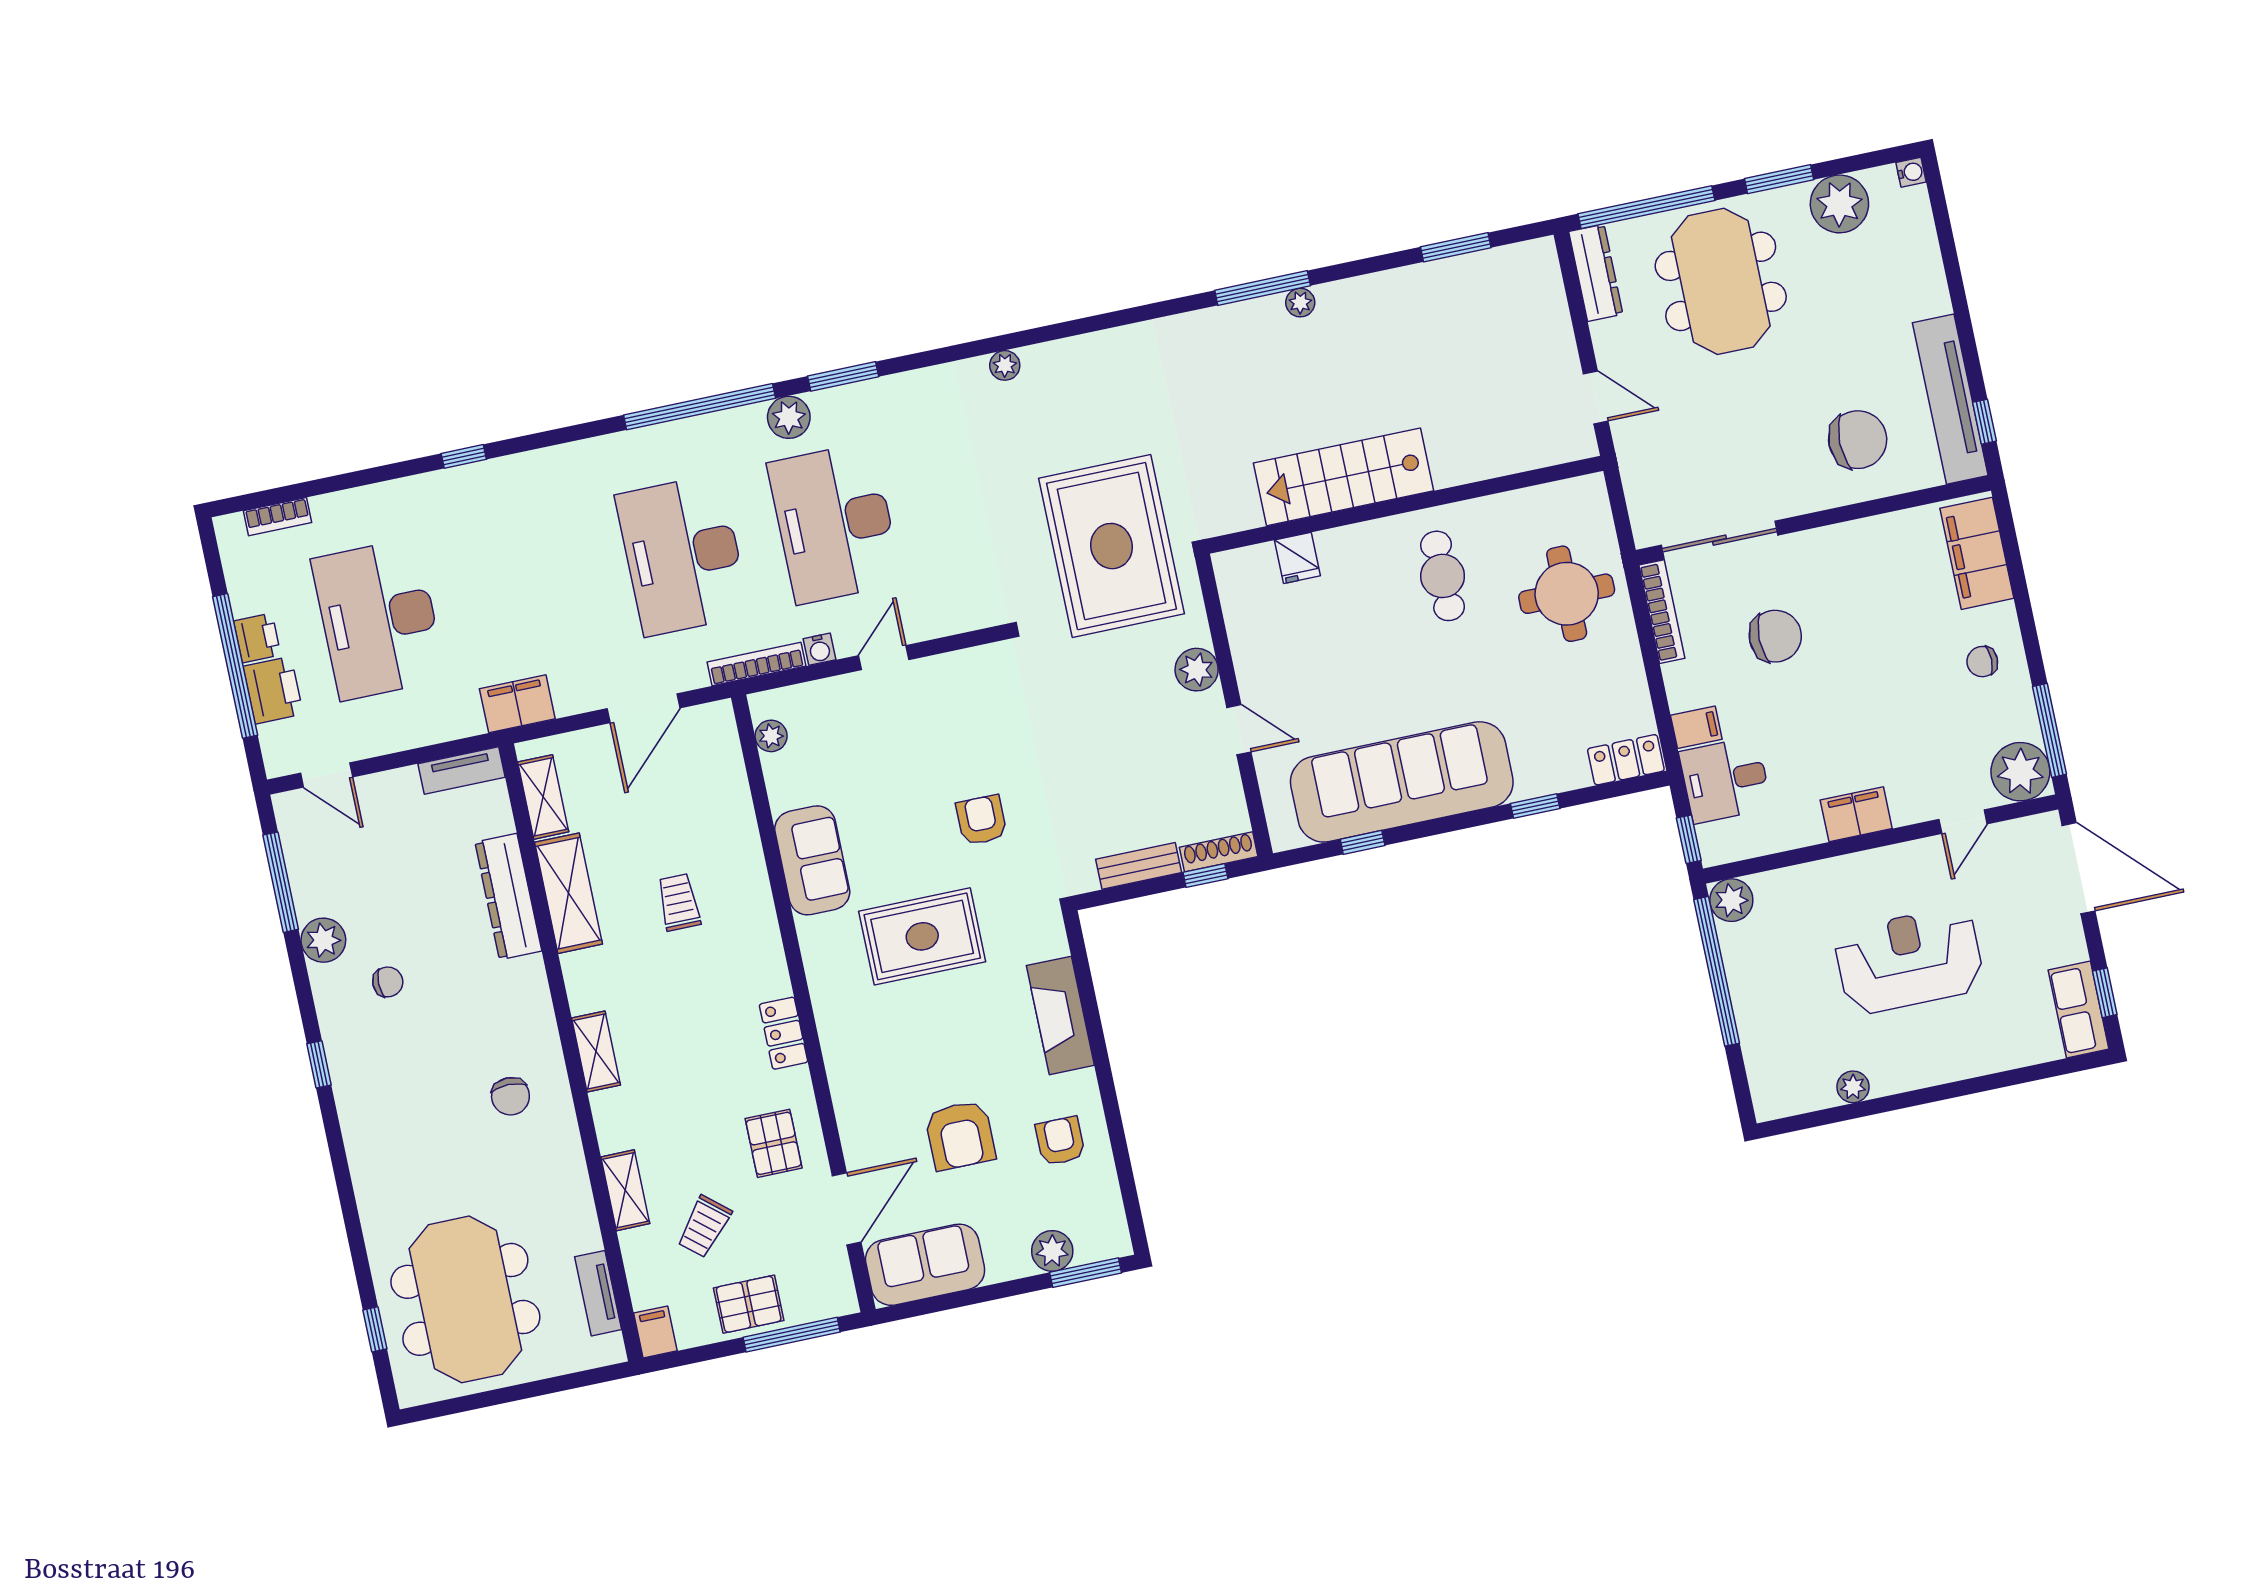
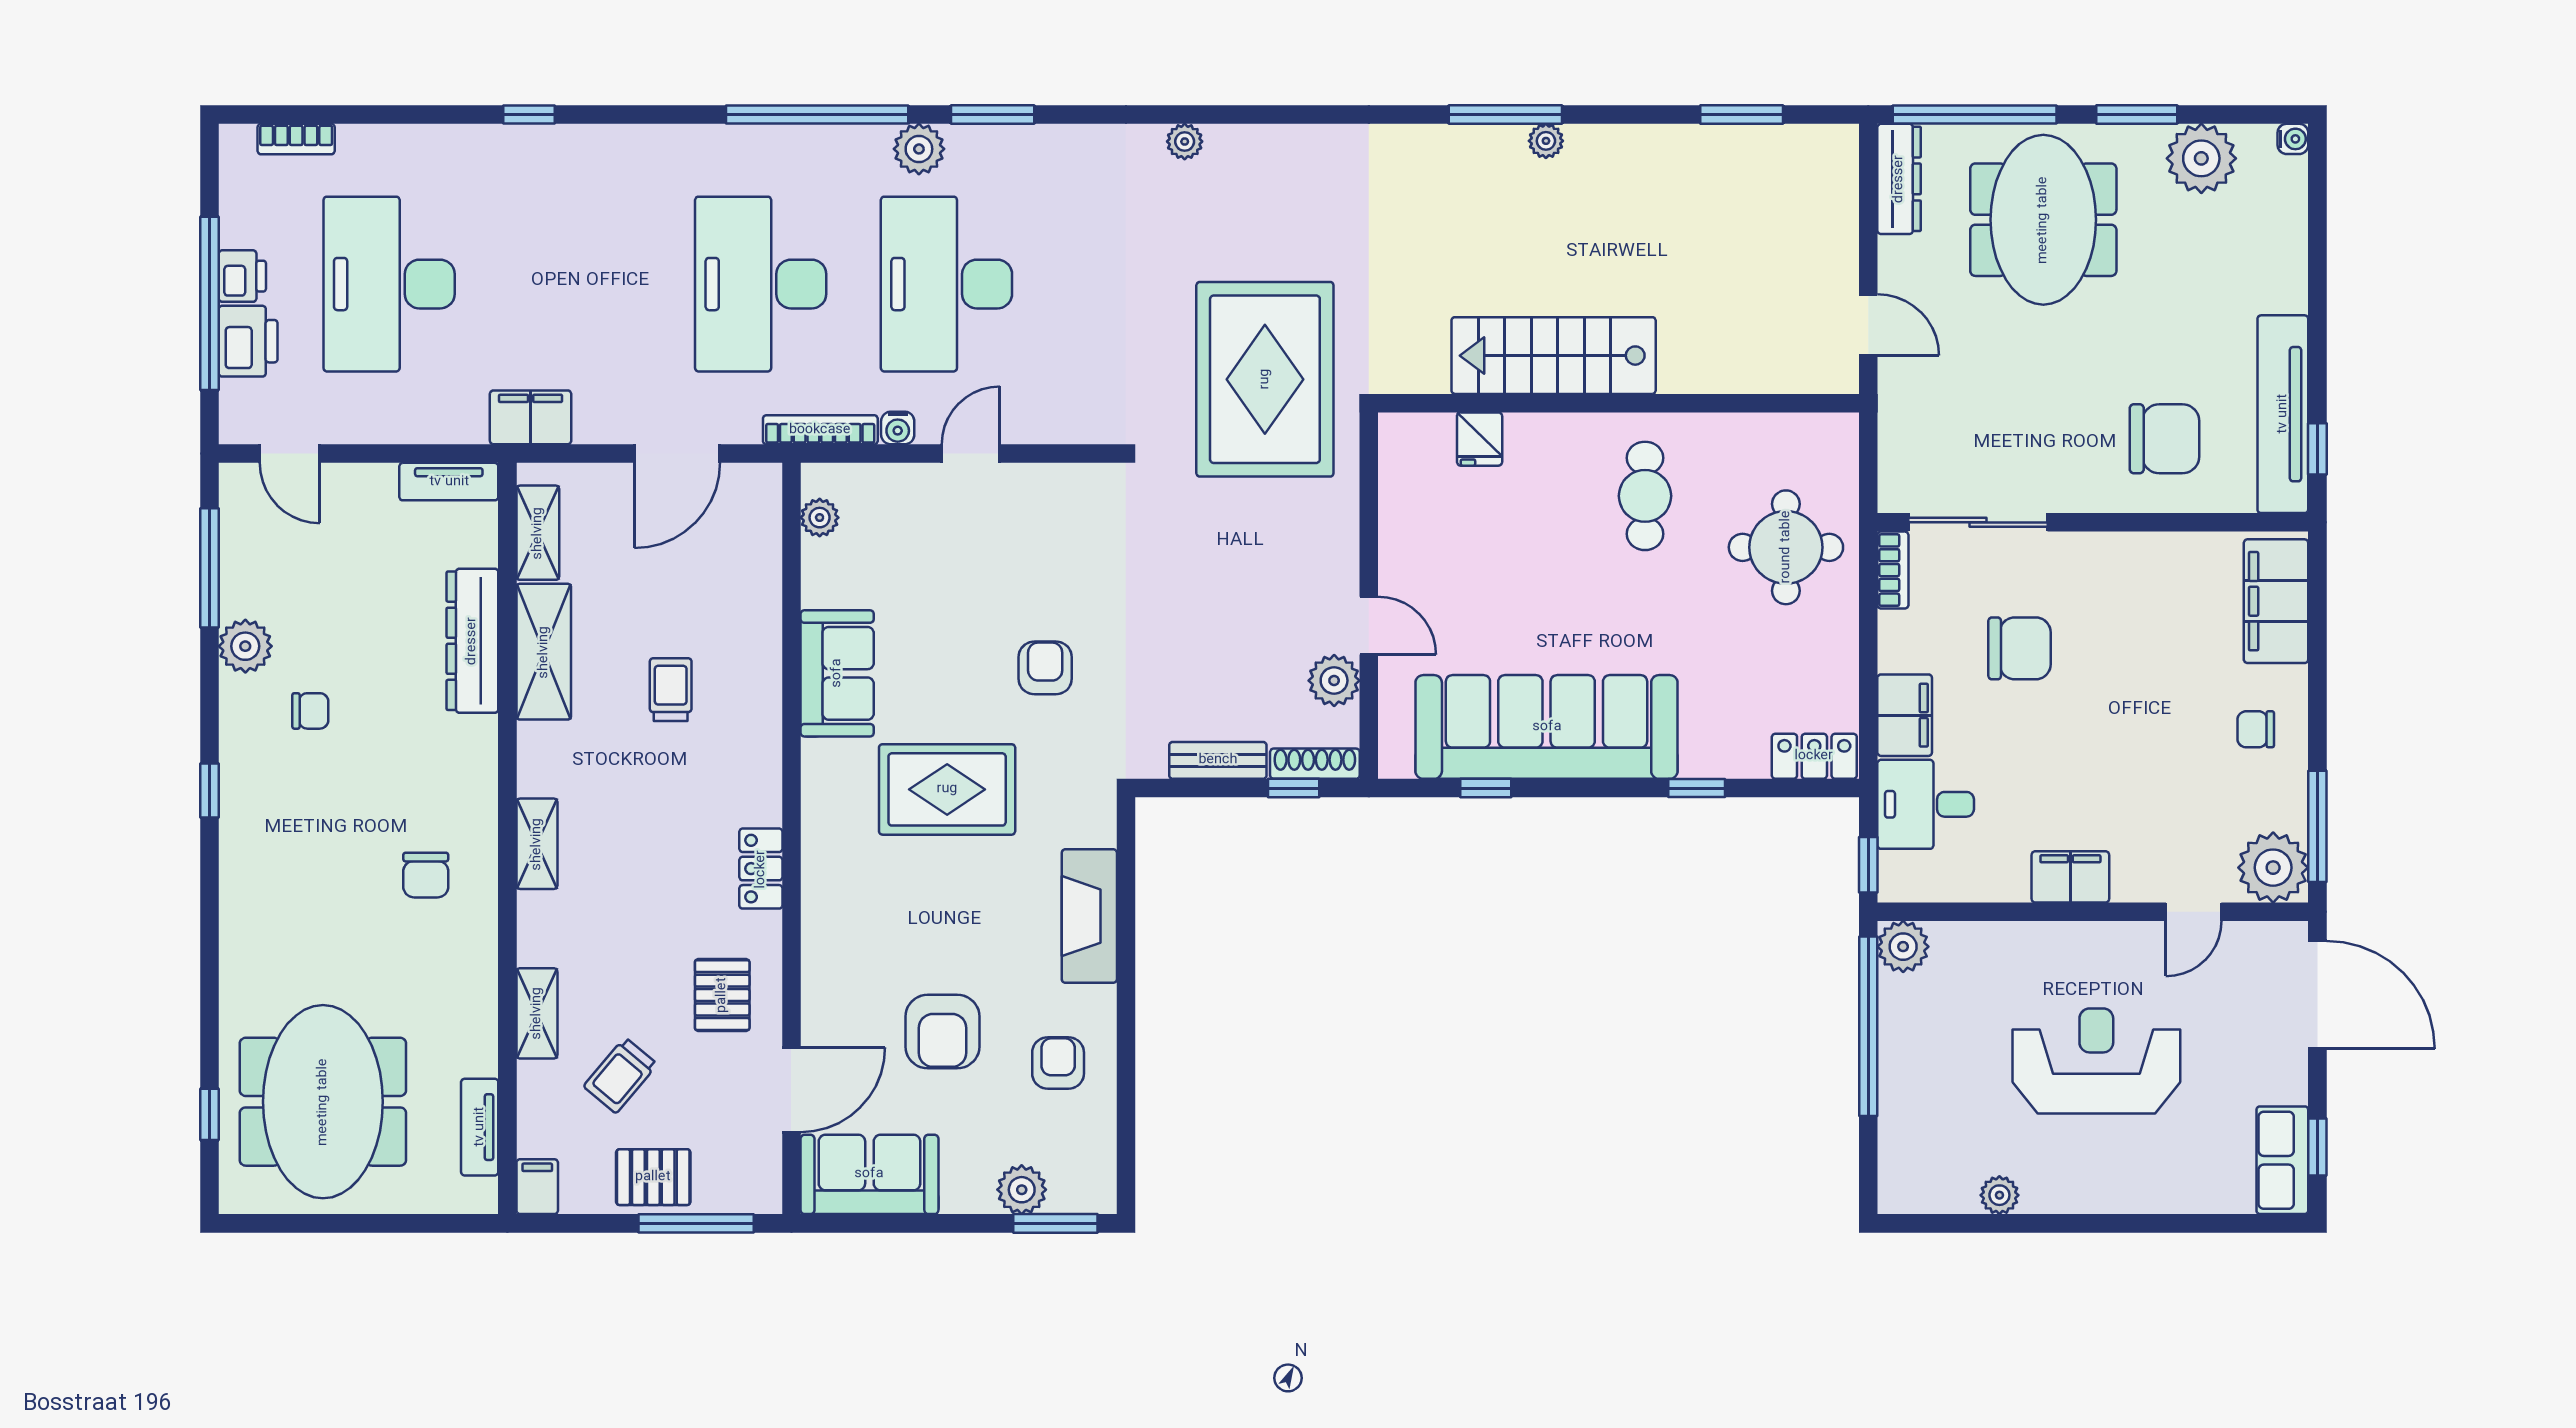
bookcase: (1662, 612) -> (1893, 570), width x0.64
plant: (1197, 670) -> (1334, 681), moved
filing cabinet: (1696, 727) -> (1905, 715), width x2.00

